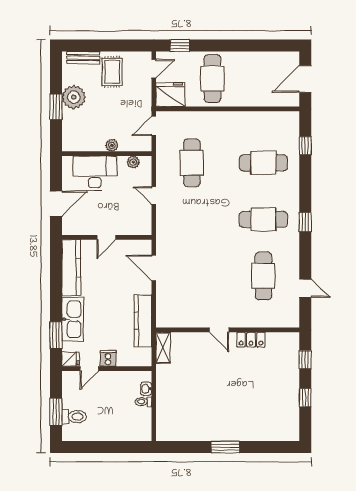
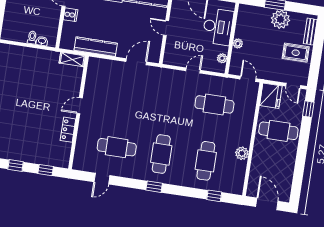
plant: (247, 119) -> (242, 153), added

